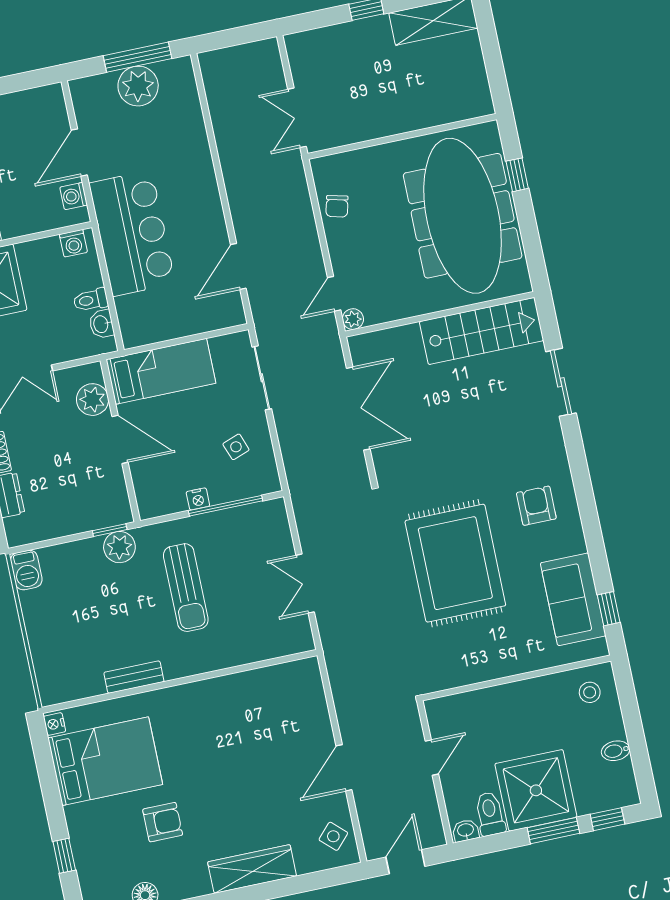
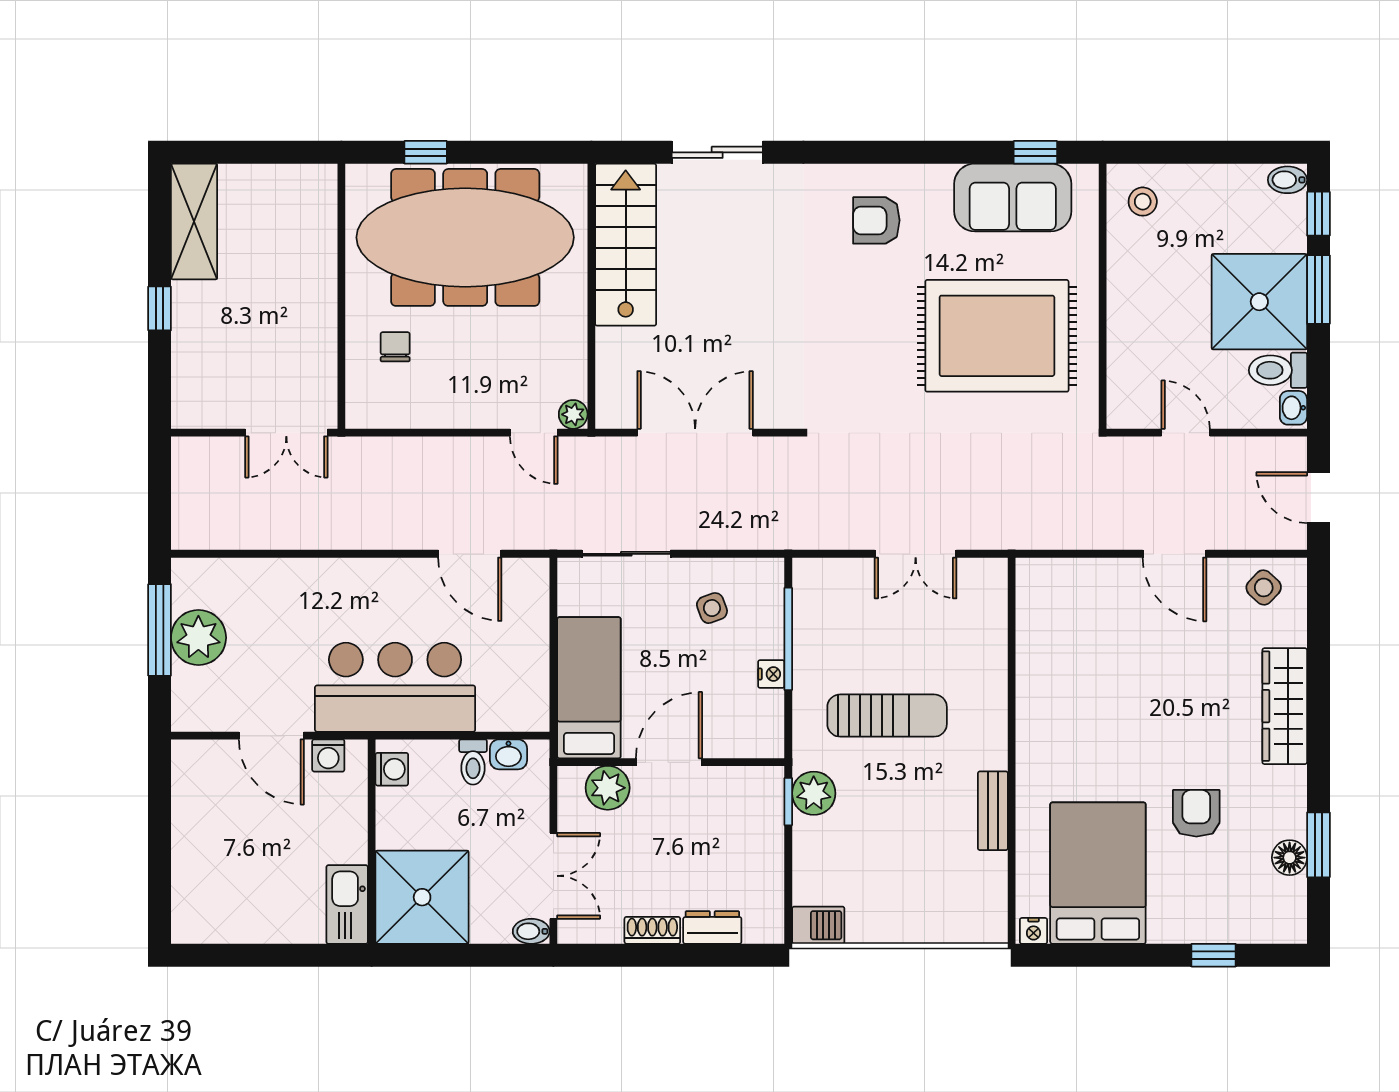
chair: (337, 206) -> (395, 347), moved, turned -104
rug: (455, 563) -> (997, 336), moved
bidet: (616, 751) -> (1287, 180), moved, turned 90

